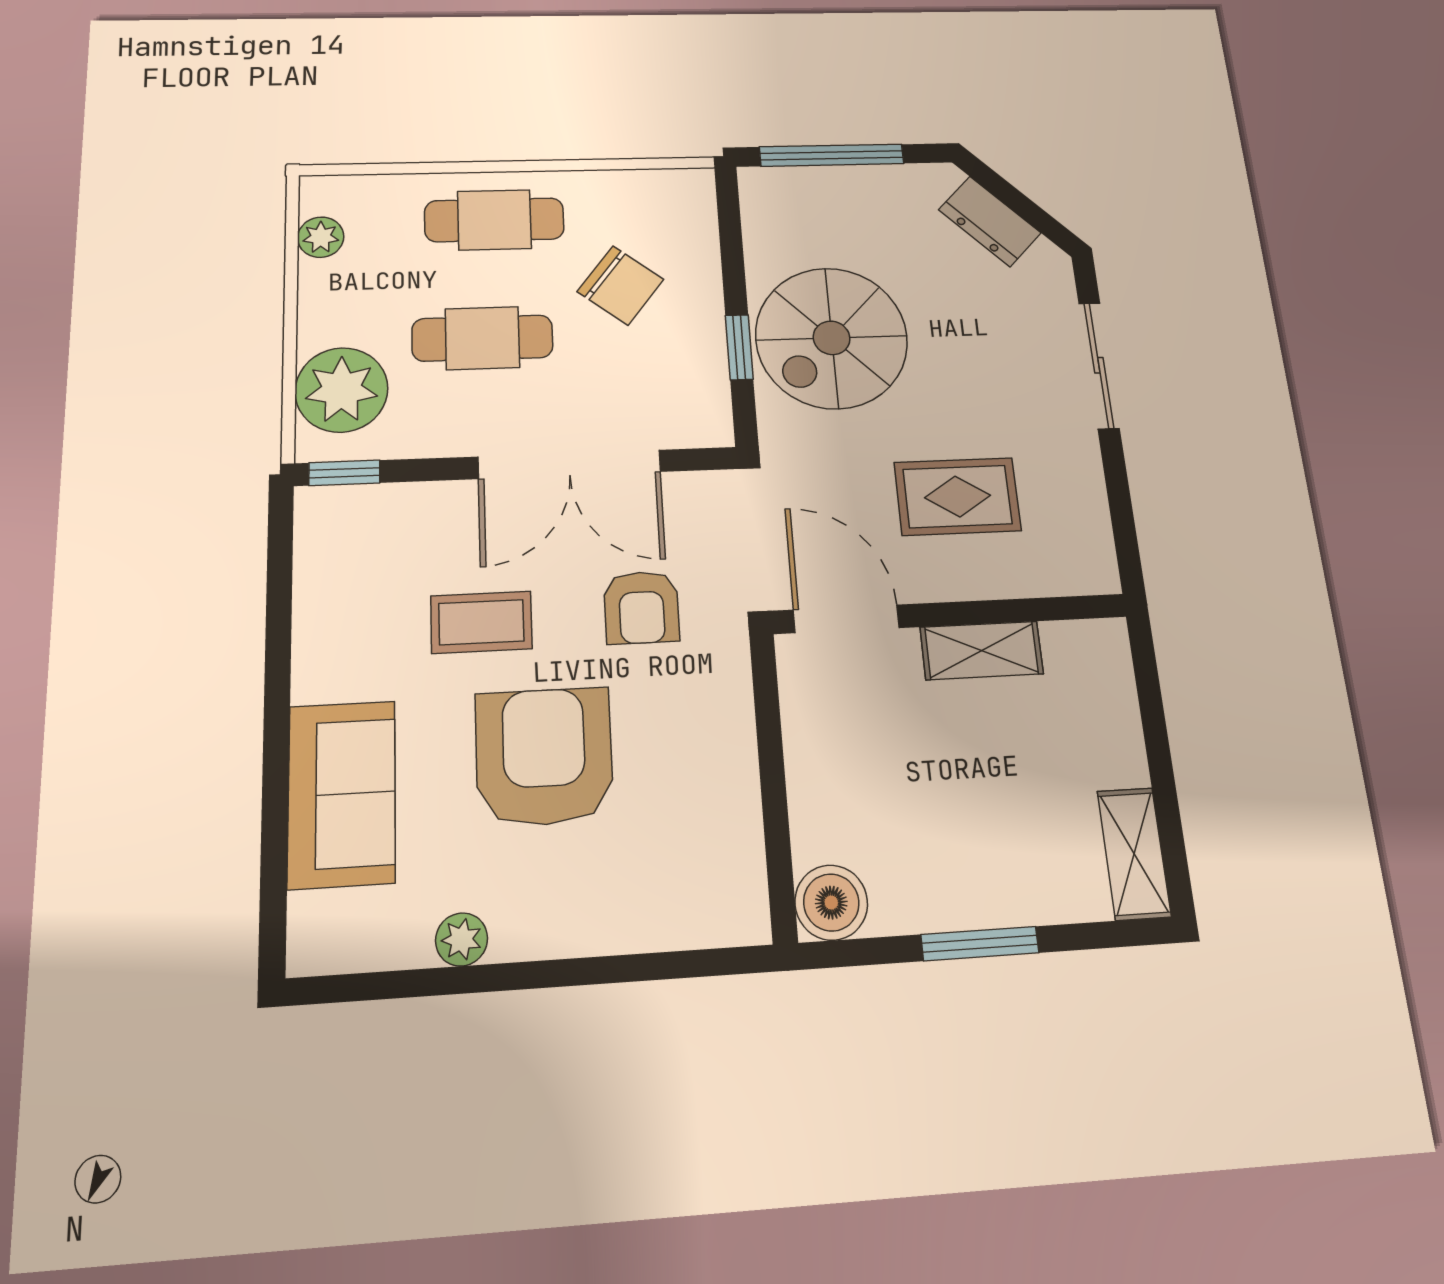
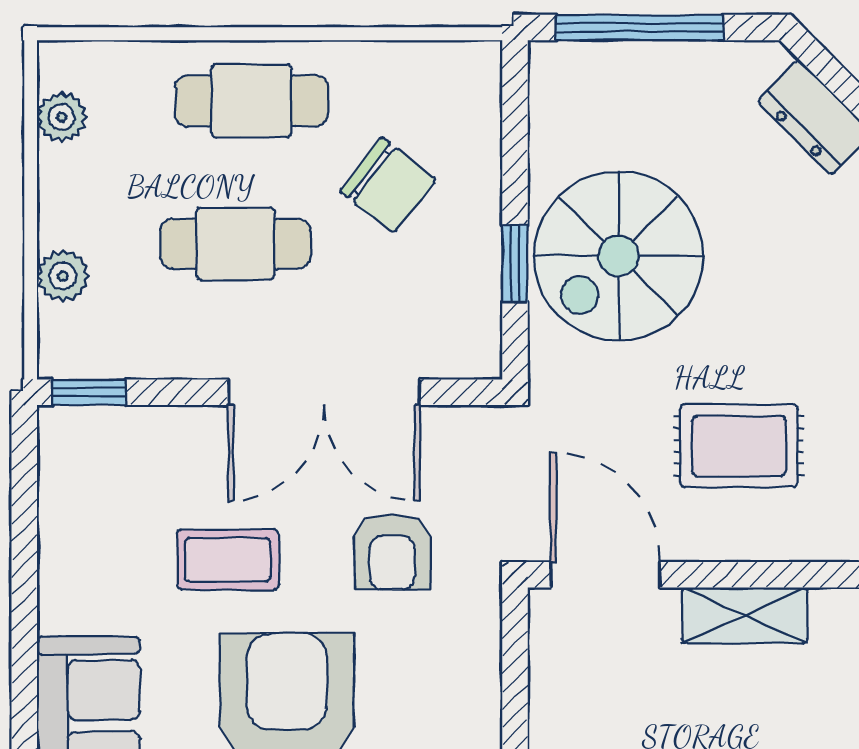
plant: (342, 390) -> (63, 276), width x0.53, depth x0.53

